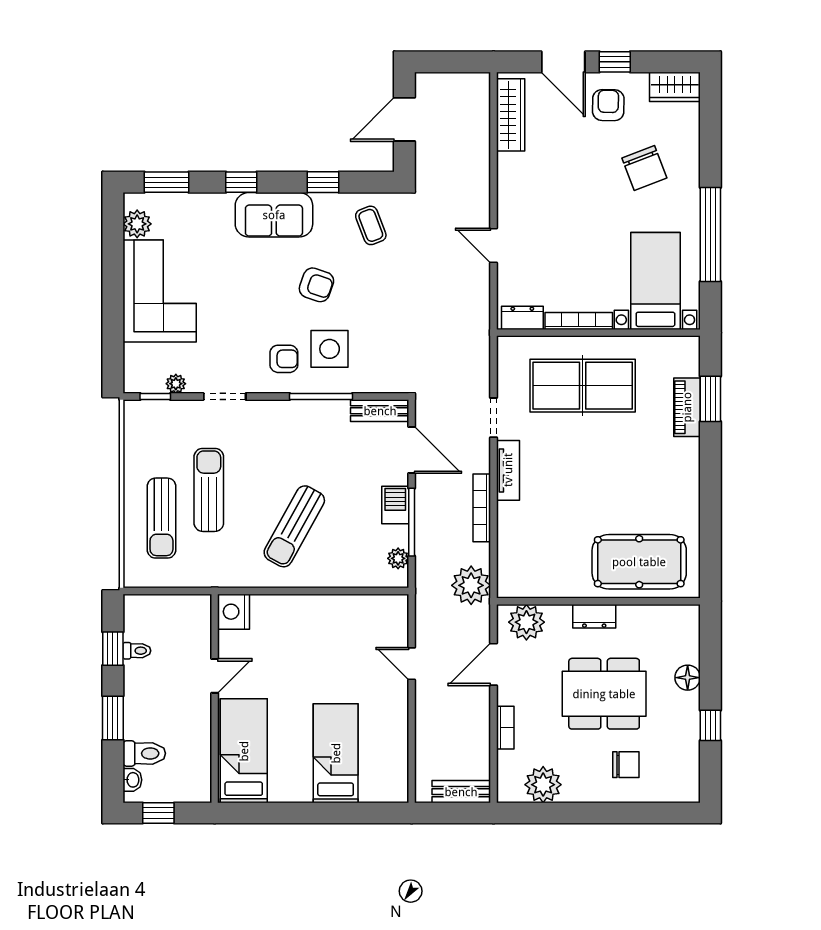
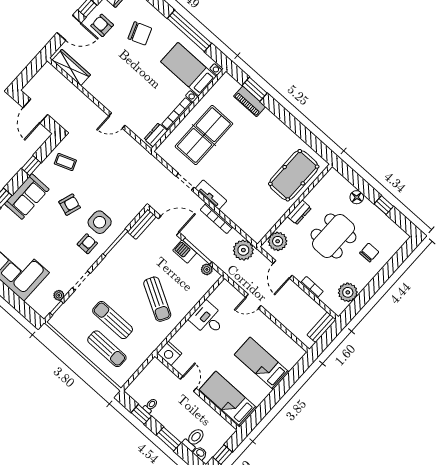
desk: (330, 622) -> (208, 319), added

